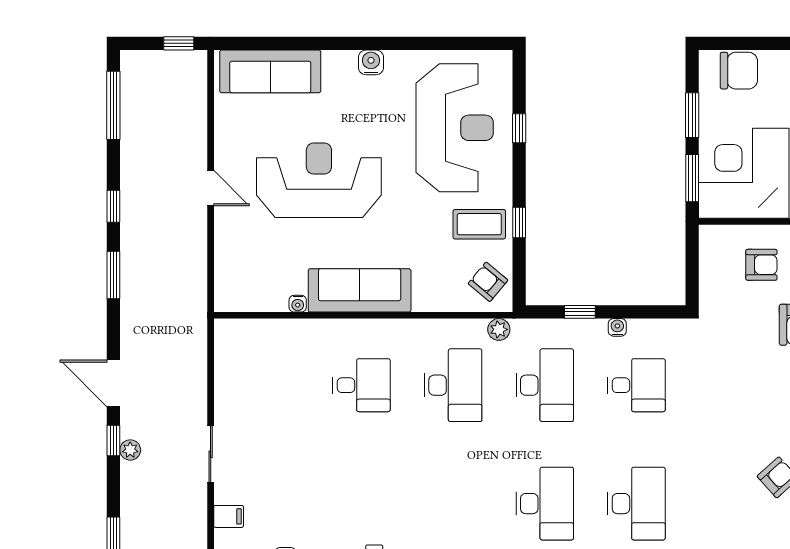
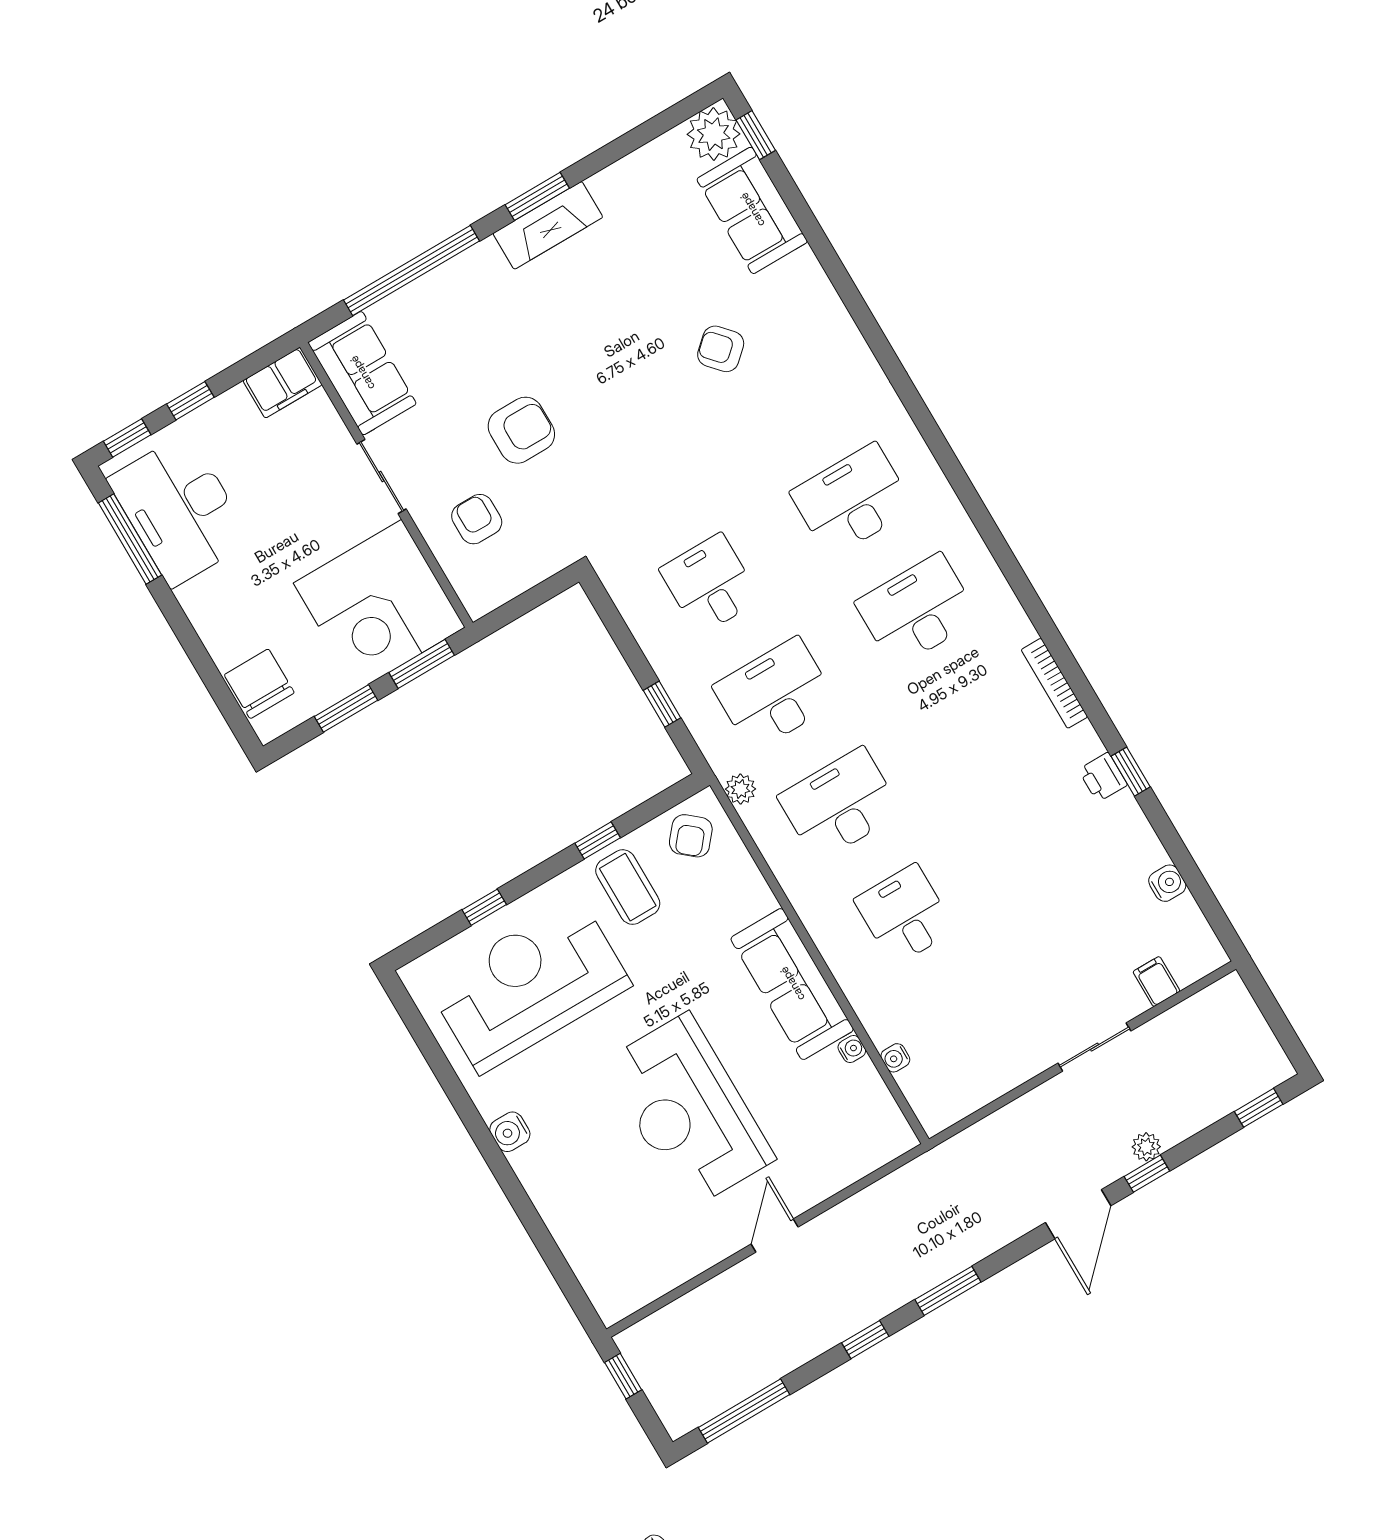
sofa: (270, 71) -> (592, 1246), removed
water cooler: (617, 327) -> (895, 1058), moved

